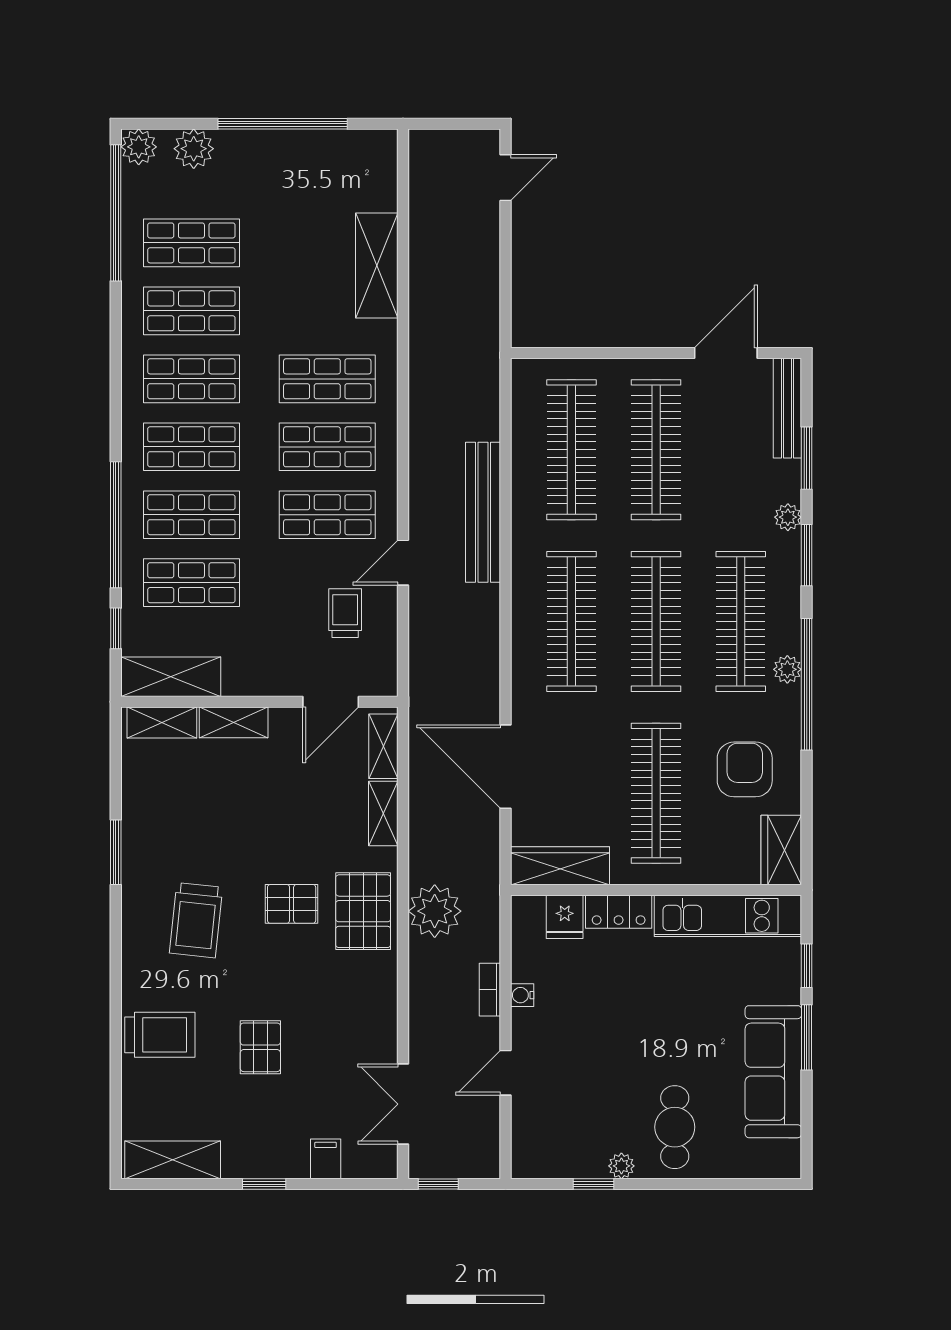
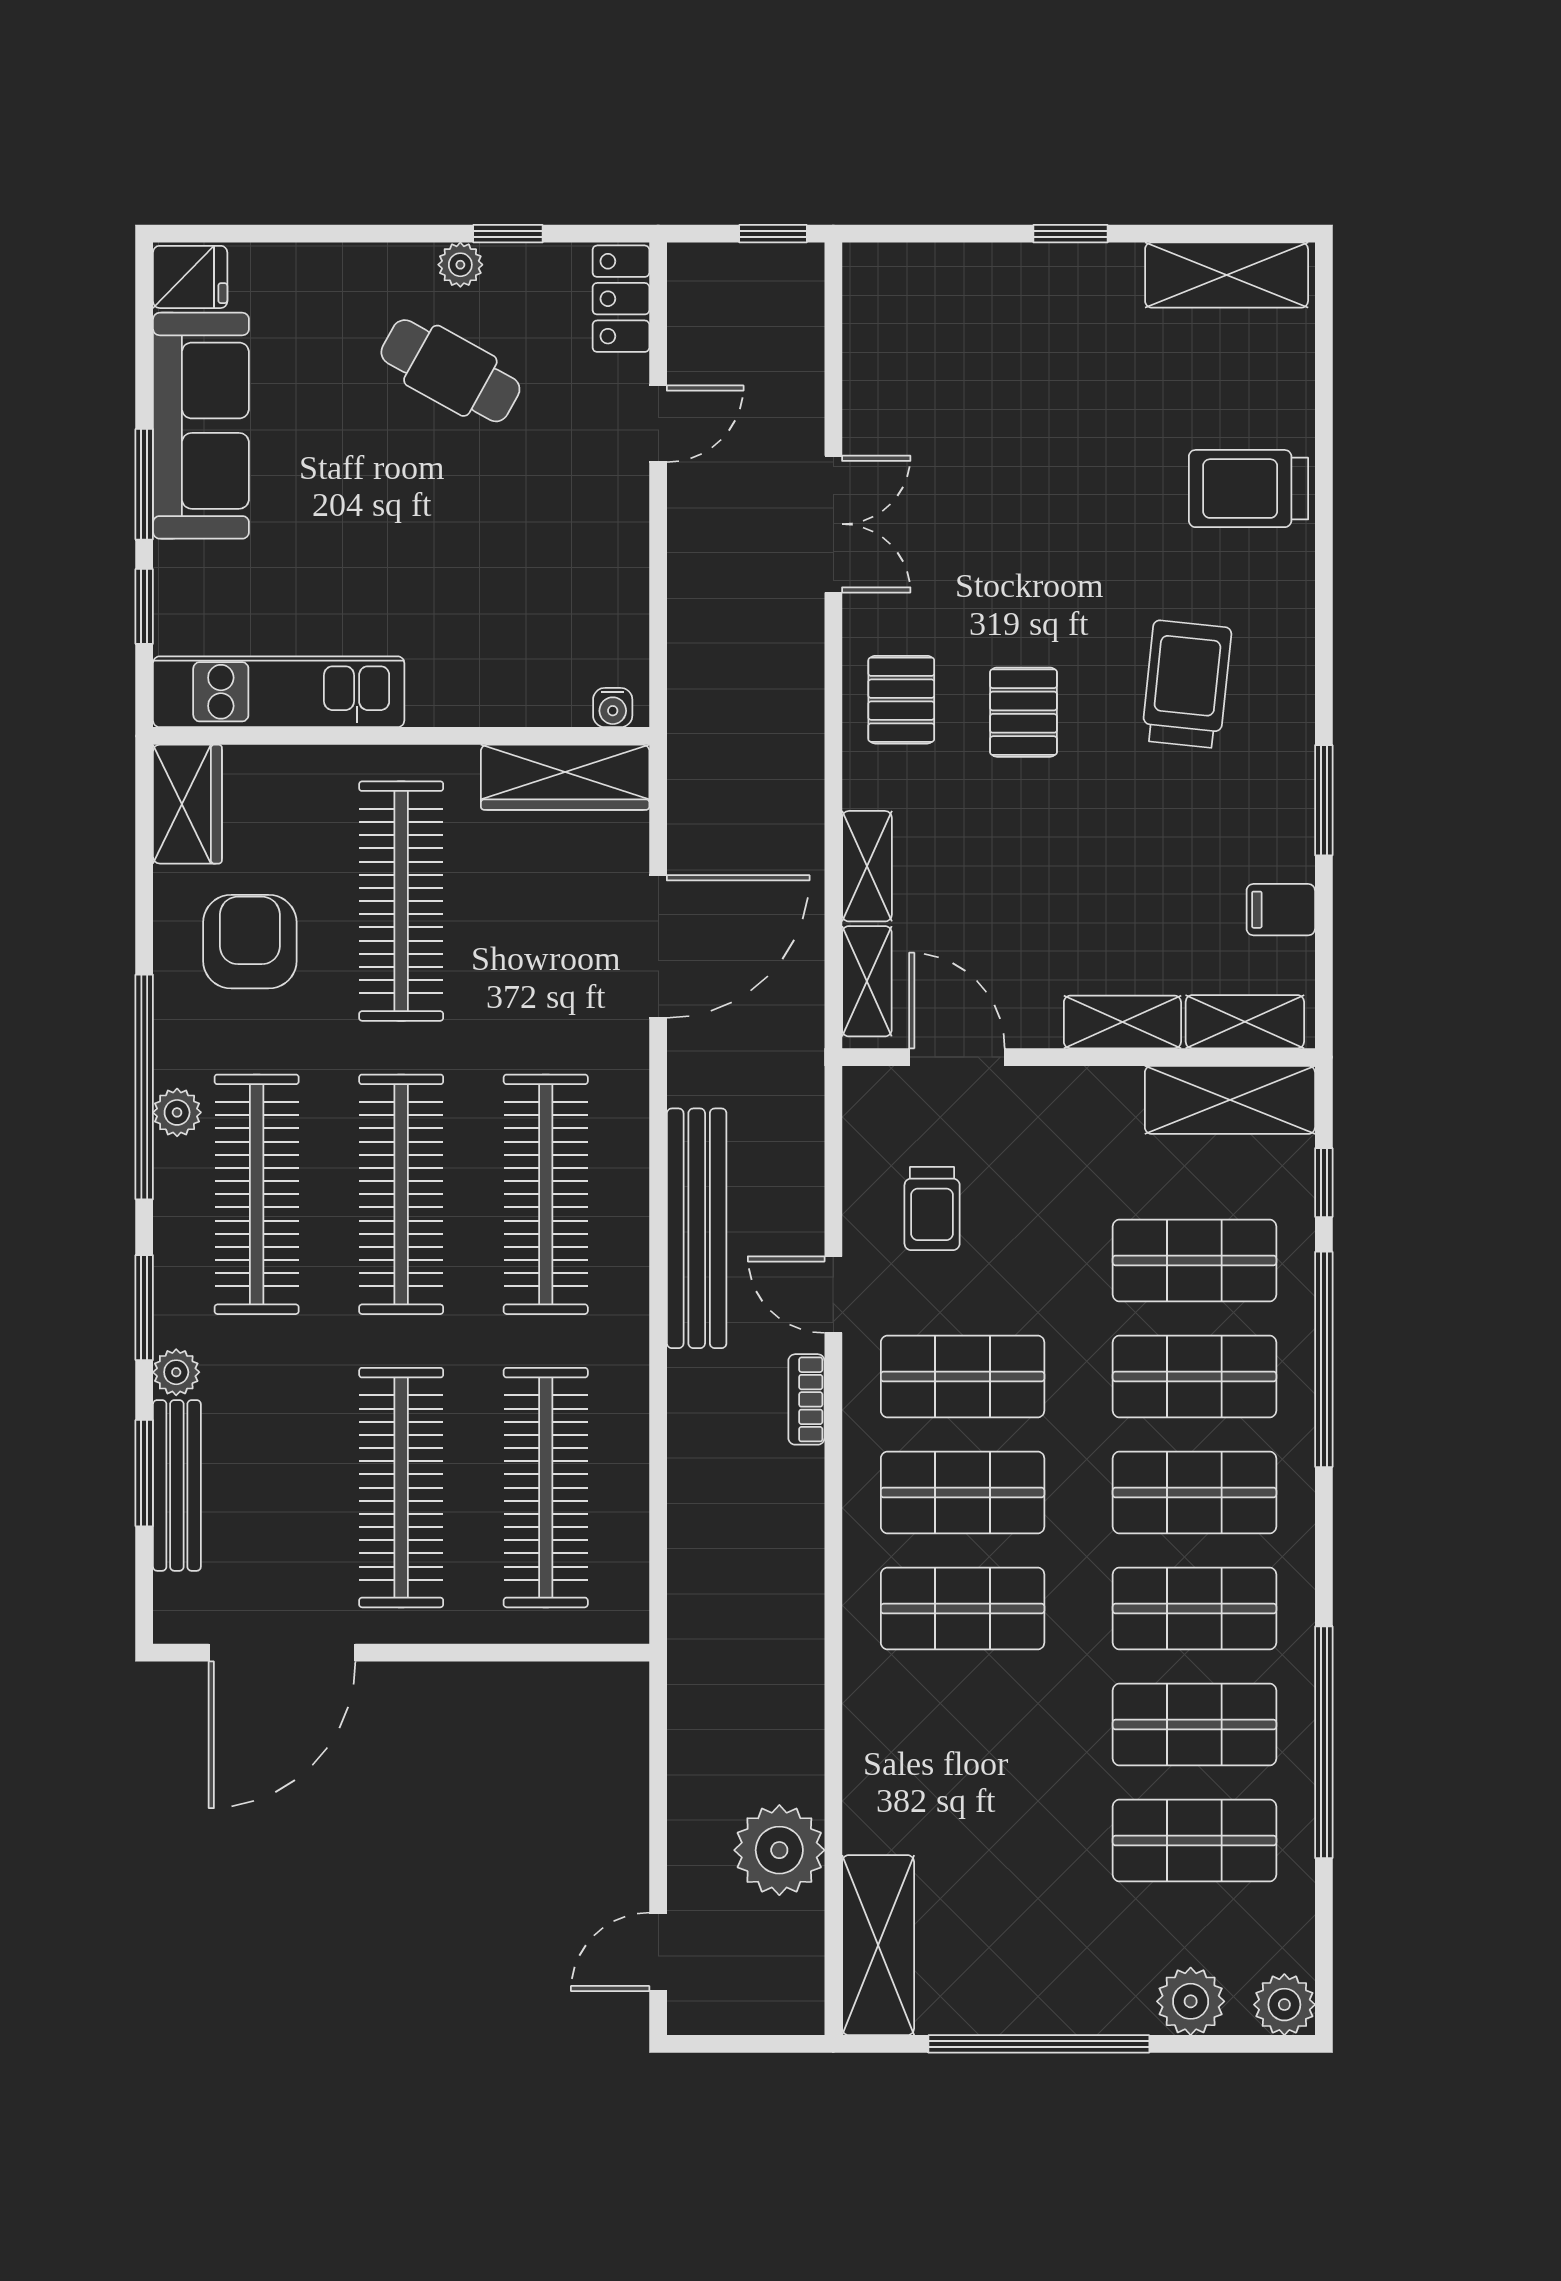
window: (116, 213) -> (1324, 1742), moved
shelving: (377, 265) -> (878, 1945), moved
door: (726, 353) -> (282, 1653), width x1.36
bench: (787, 408) -> (177, 1485), moved
bench: (483, 512) -> (697, 1228), moved
door: (403, 563) -> (833, 1295), swing flipped
door: (331, 702) -> (957, 1057), hinge flipped
door: (506, 767) -> (658, 946), hinge flipped
armchair: (745, 769) -> (250, 942), turned 180
pallet: (292, 904) -> (1023, 712), turned 90
pallet: (363, 911) -> (901, 700), width x0.67, depth x0.71
plant: (435, 911) -> (779, 1850), moved
locker: (619, 912) -> (621, 299), moved, turned -90
fridge: (565, 917) -> (190, 277), moved, turned 90
bookcase: (490, 990) -> (806, 1399), moved, turned 180
water cooler: (522, 995) -> (613, 708), moved, turned 90
pallet: (260, 1047) -> (1077, 467), removed
double door: (403, 1104) -> (833, 524), moved
cafe table: (675, 1127) -> (450, 371), moved, turned -61
filing cabinet: (326, 1159) -> (1281, 910), moved, turned 90

